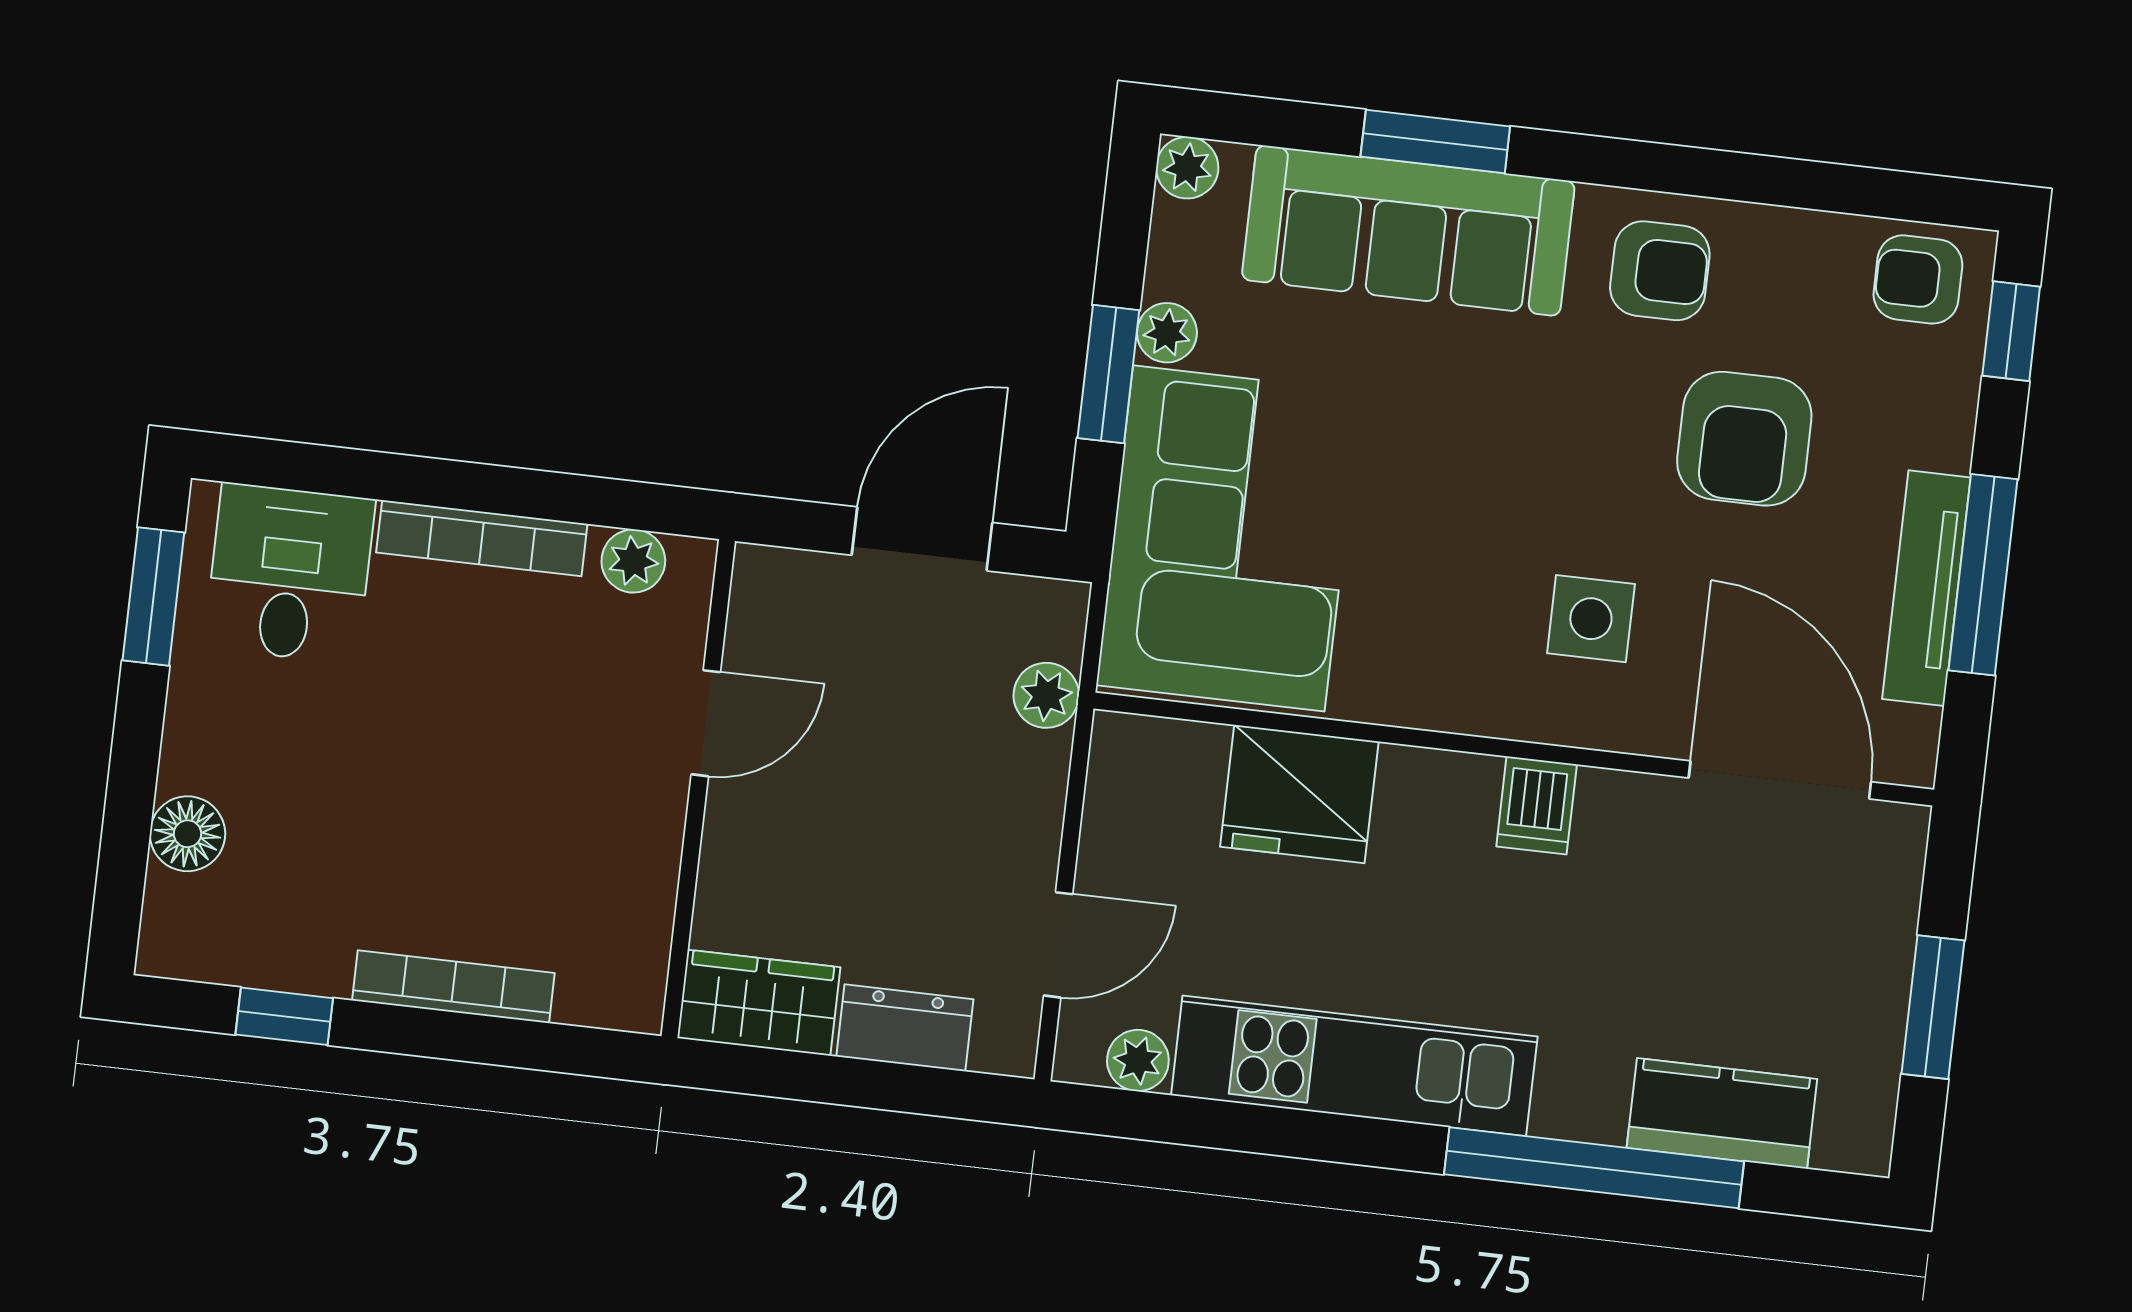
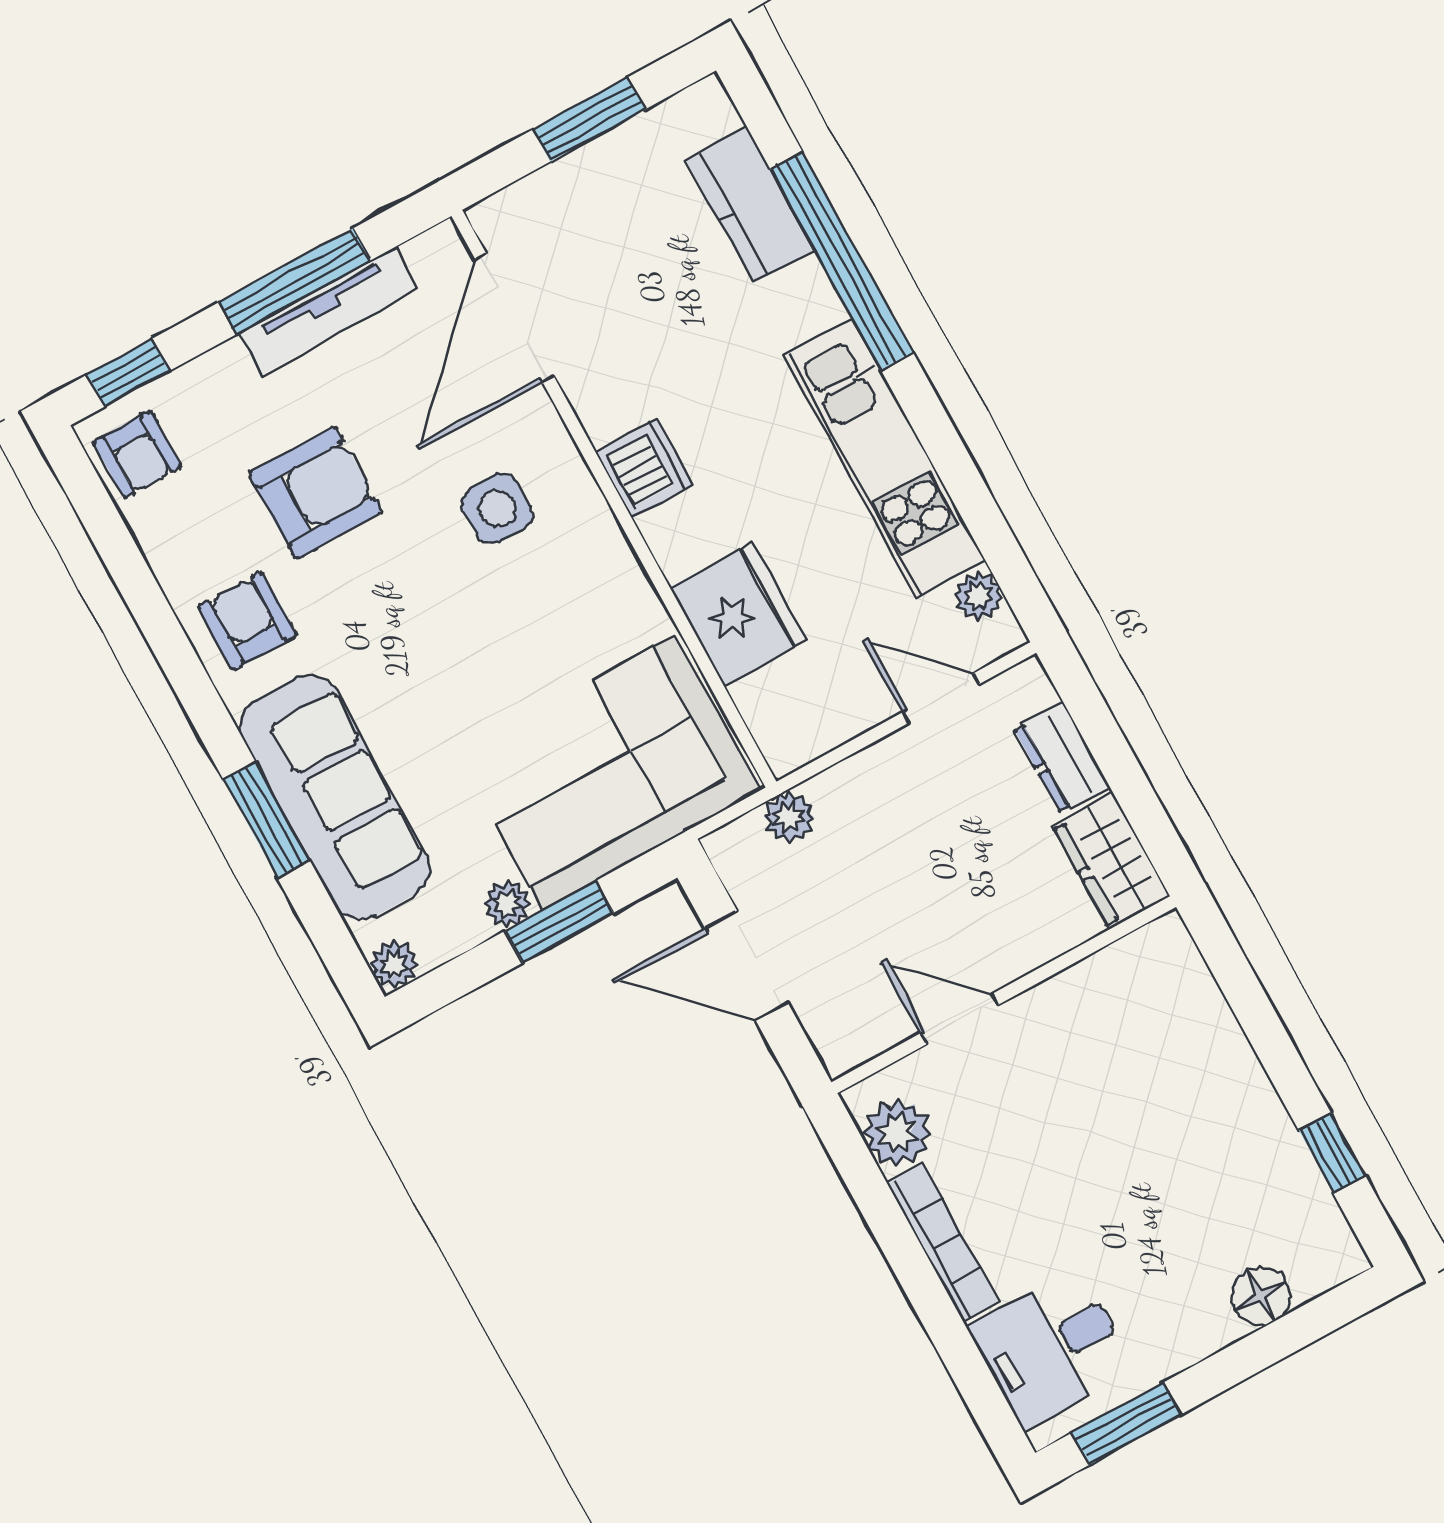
plant: (633, 561) -> (898, 1133), width x1.38, depth x1.38
dishwasher: (1537, 805) -> (644, 468), width x1.38
bookcase: (453, 987) -> (1238, 1060), removed

